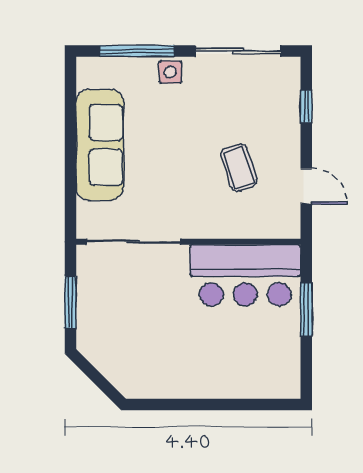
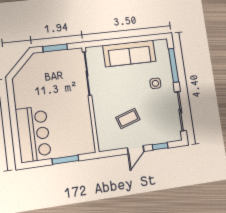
side table: (170, 72) -> (155, 83), moved
door: (306, 186) -> (136, 150), moved
bar counter: (245, 275) -> (33, 134), moved, turned 180

